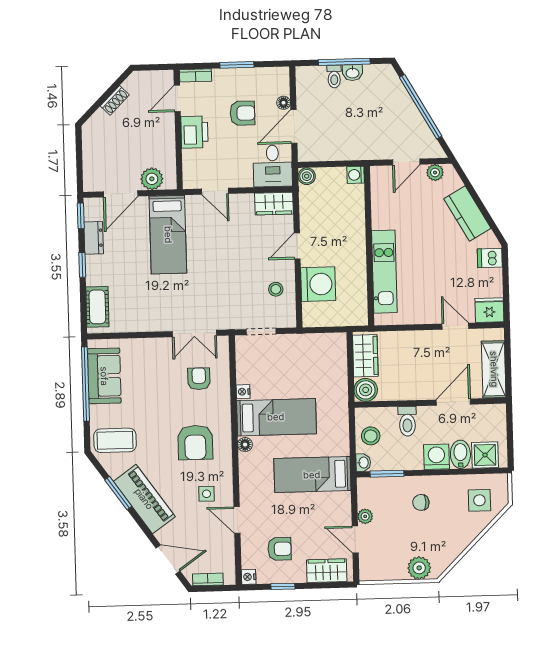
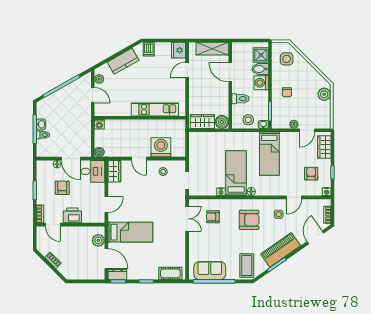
dresser: (94, 238) -> (117, 274), moved

